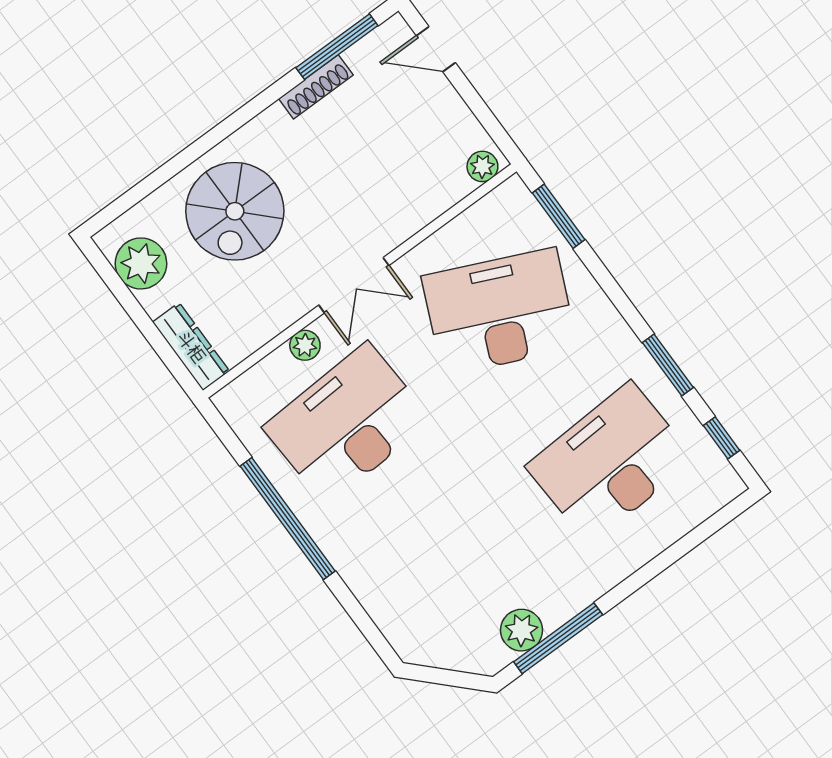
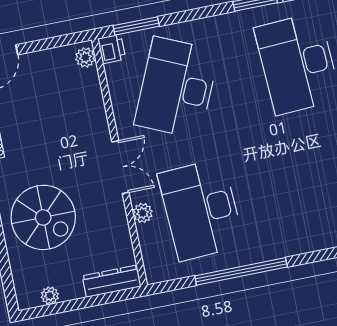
printer: (511, 197) -> (112, 49), added
plant: (141, 263) -> (50, 296), width x0.53, depth x0.53

